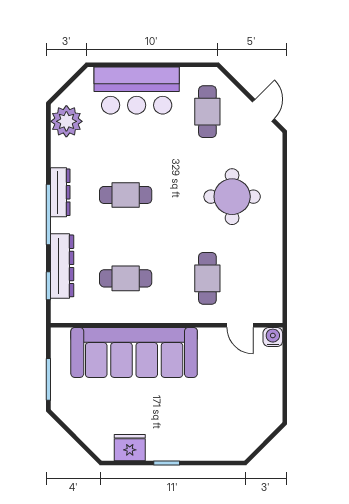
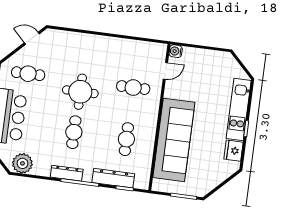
round table: (232, 197) -> (80, 92), moved
kitchen unit: (195, 447) -> (239, 109), added

